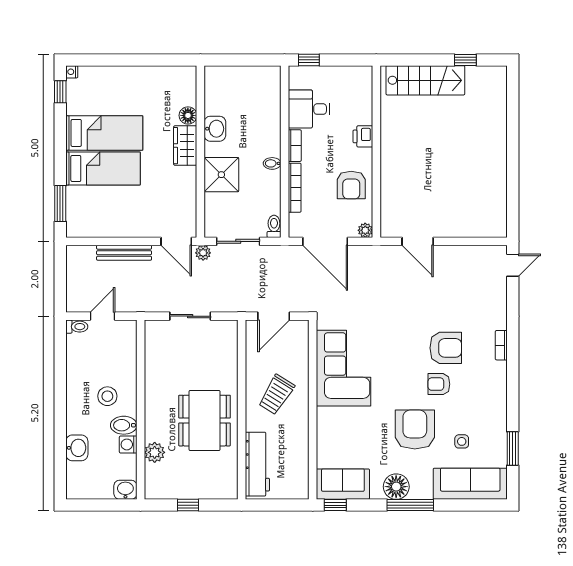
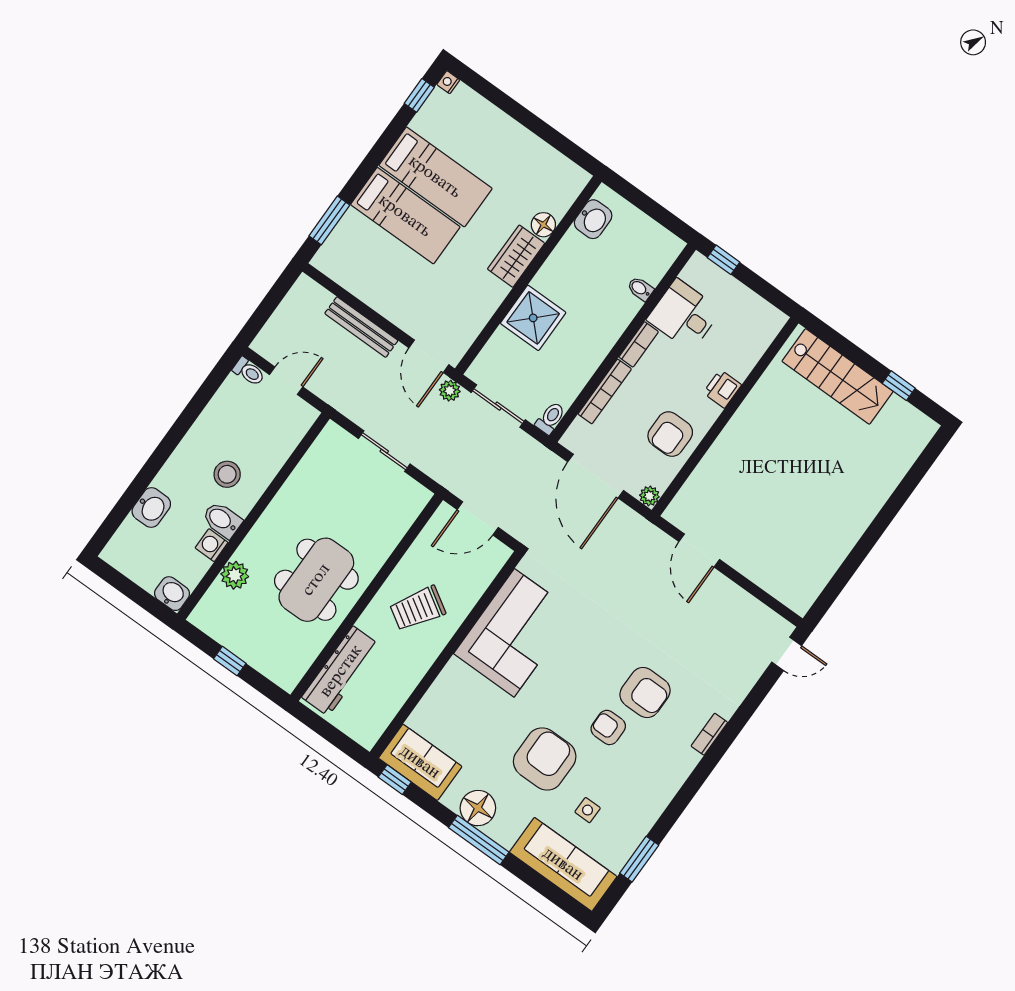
washbasin: (215, 129) -> (593, 219), moved
bidet: (272, 163) -> (640, 289), moved

